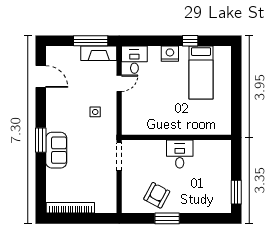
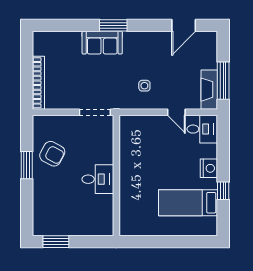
bookcase: (70, 208) -> (38, 83), moved

